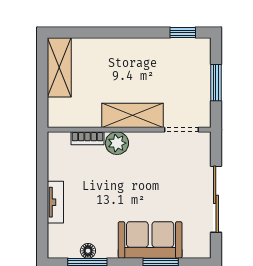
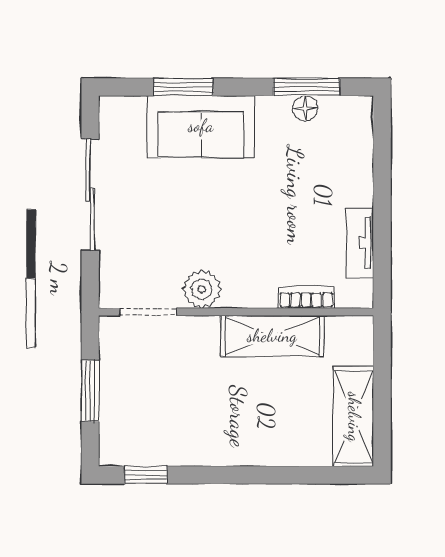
shelving: (132, 115) -> (272, 336), moved
plant: (117, 143) -> (202, 289), moved
tv unit: (55, 202) -> (360, 243), moved

